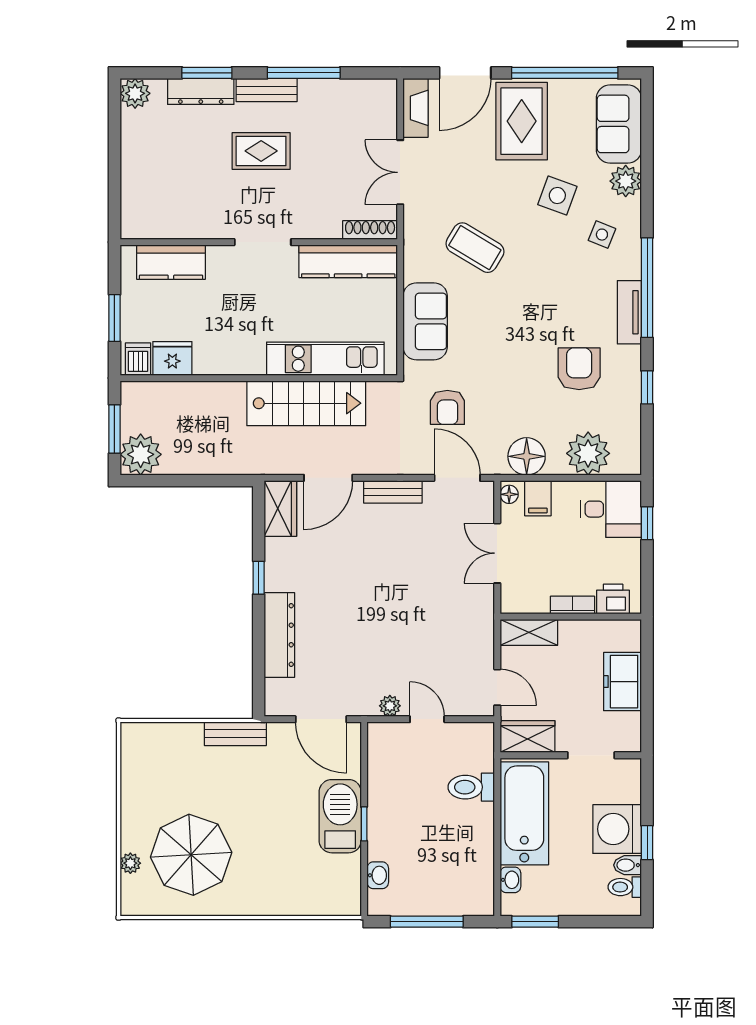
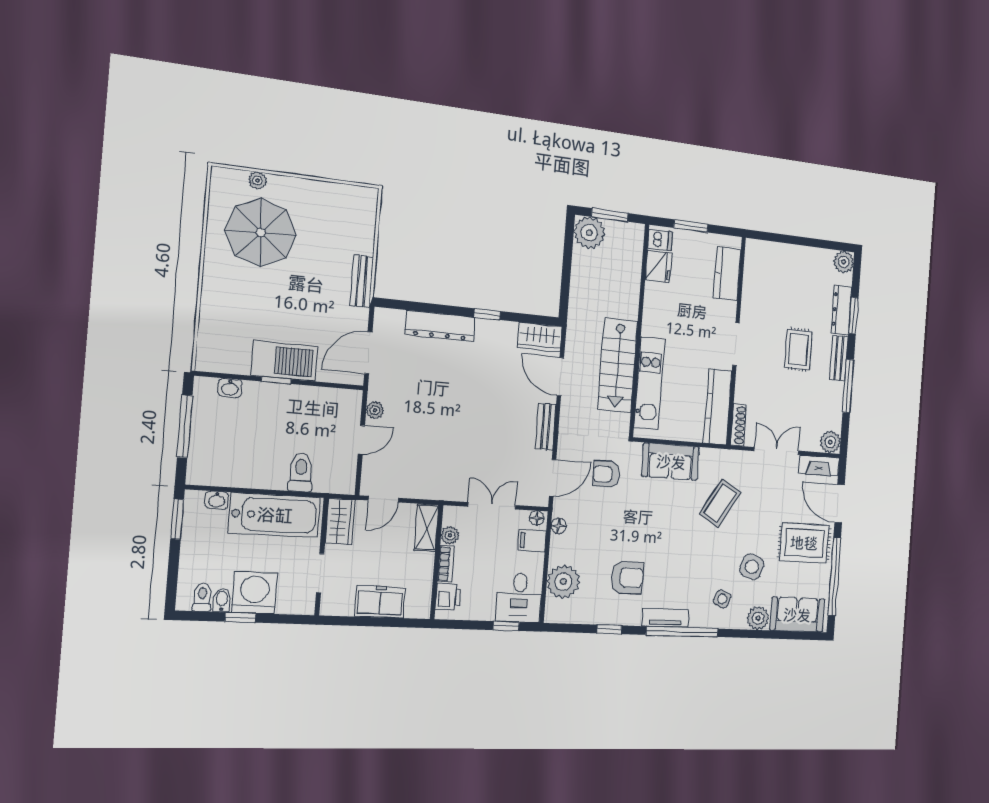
plant: (382, 94) -> (830, 442), added
floor lamp: (527, 456) -> (559, 526), width x0.53, depth x0.53
plant: (537, 603) -> (450, 535), added

